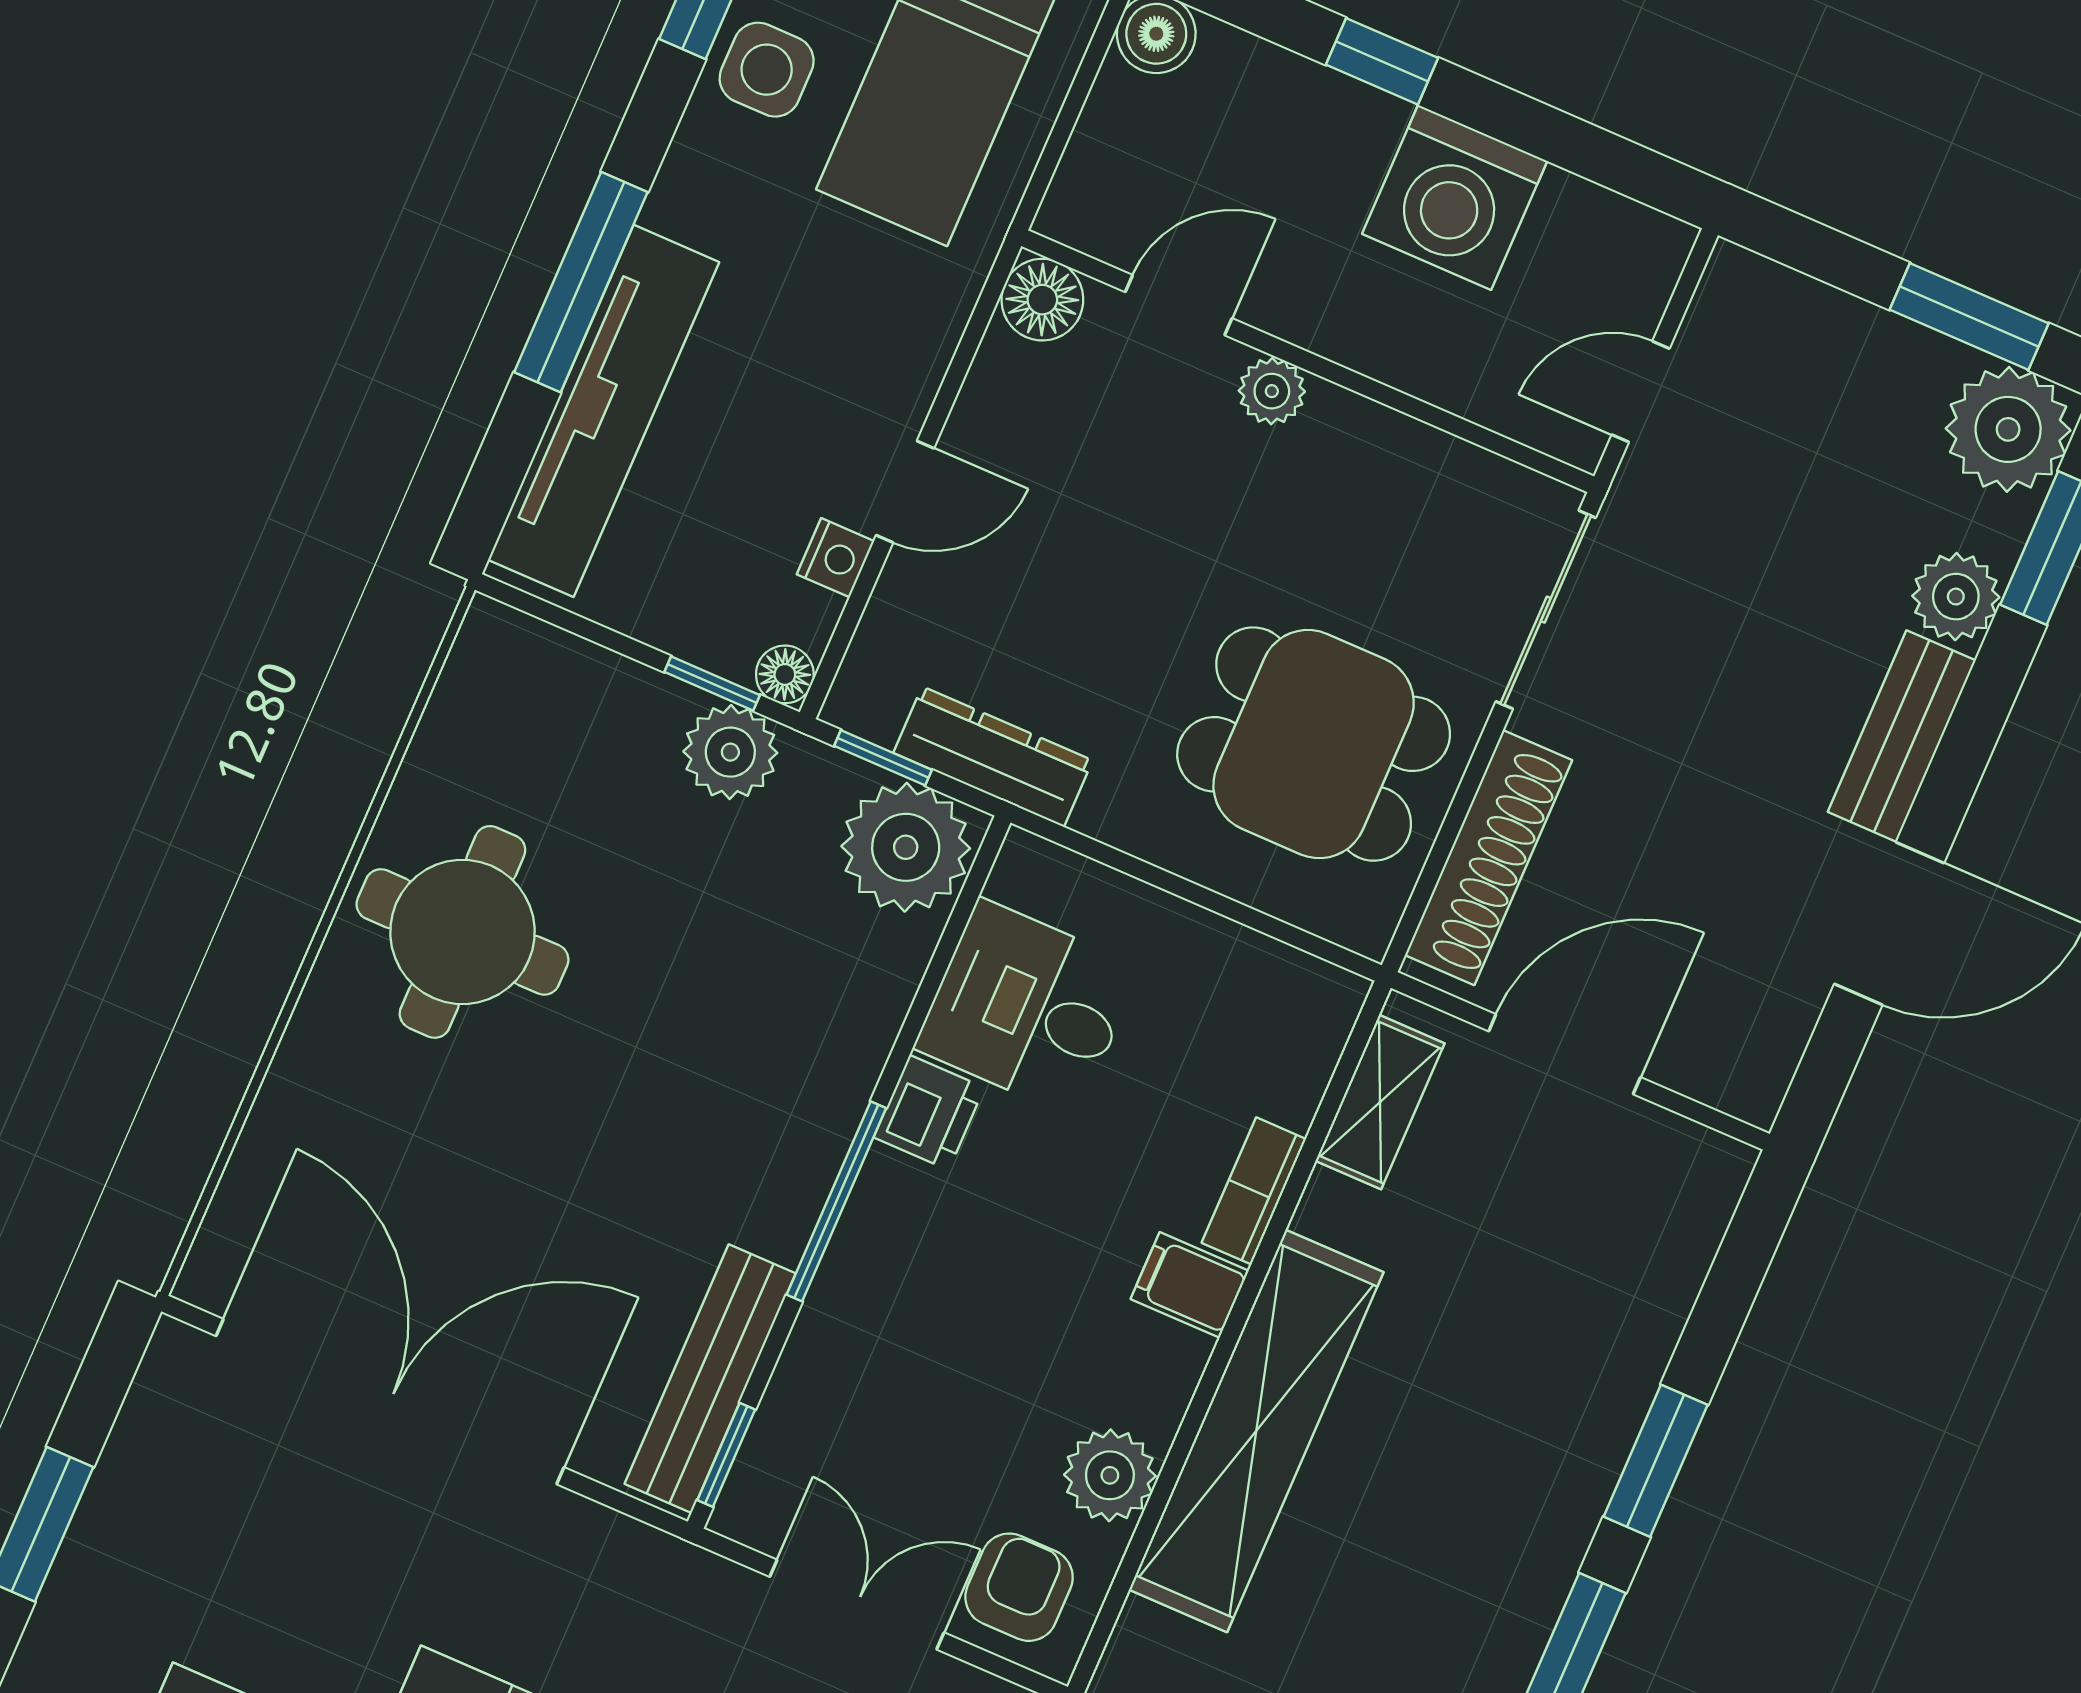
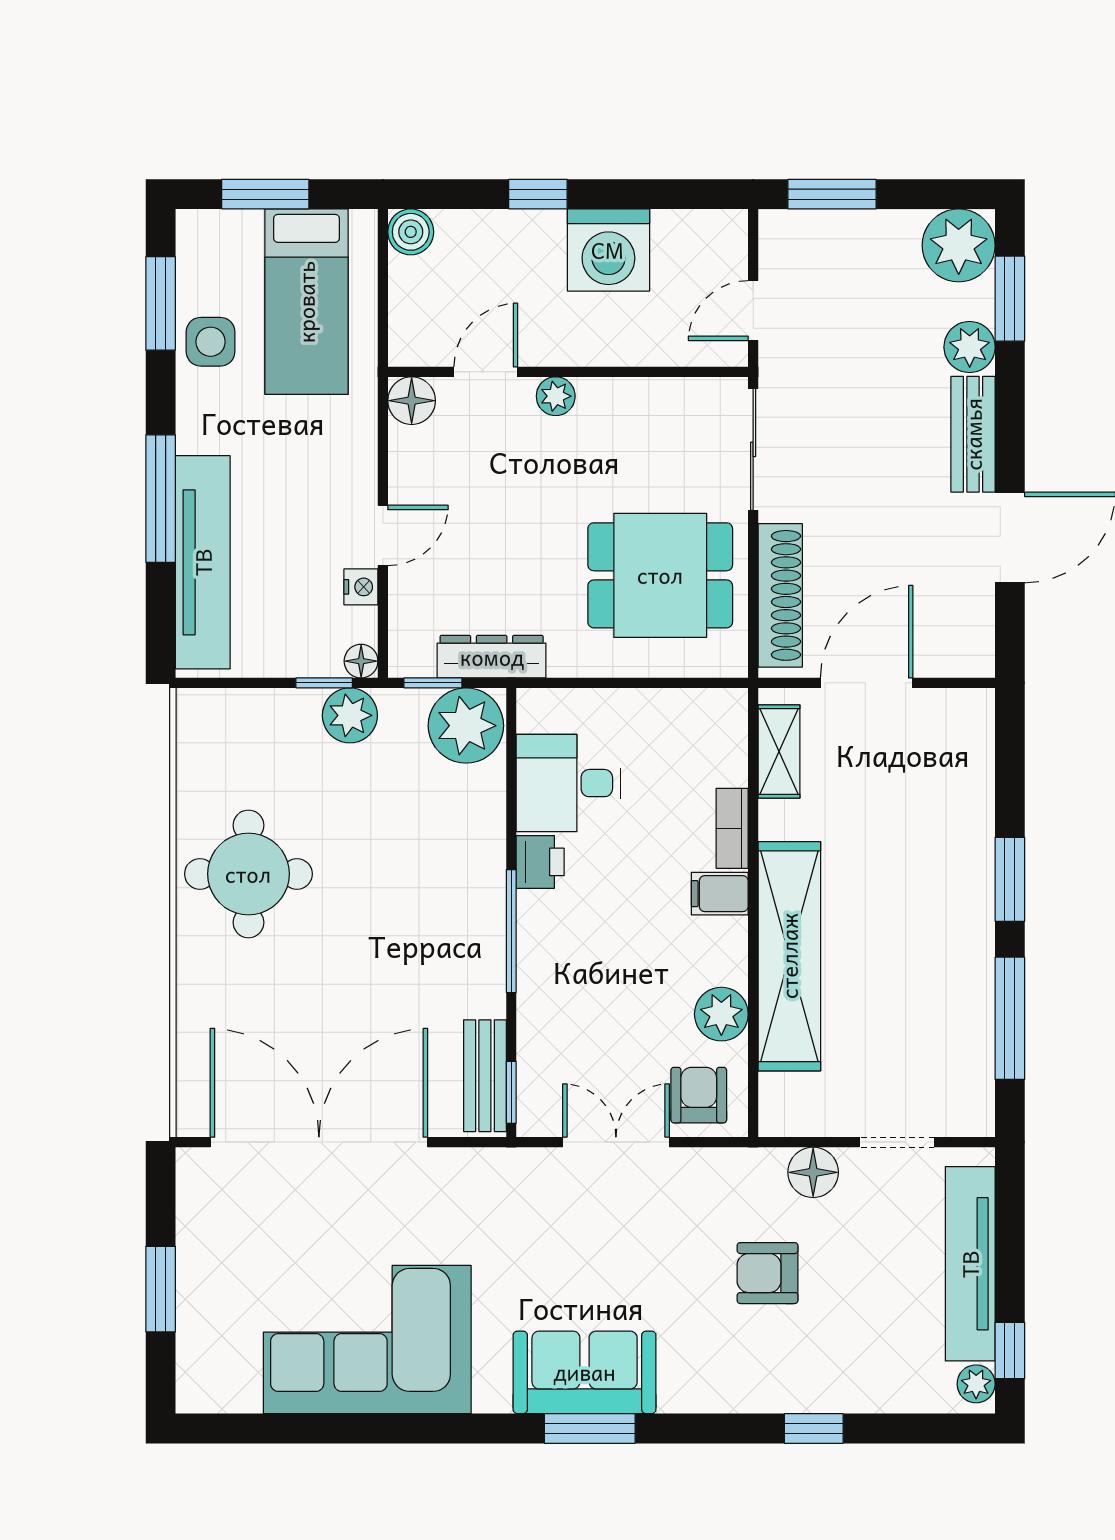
window: (1969, 317) -> (832, 194), moved
bench: (710, 1379) -> (485, 1076), width x0.73

